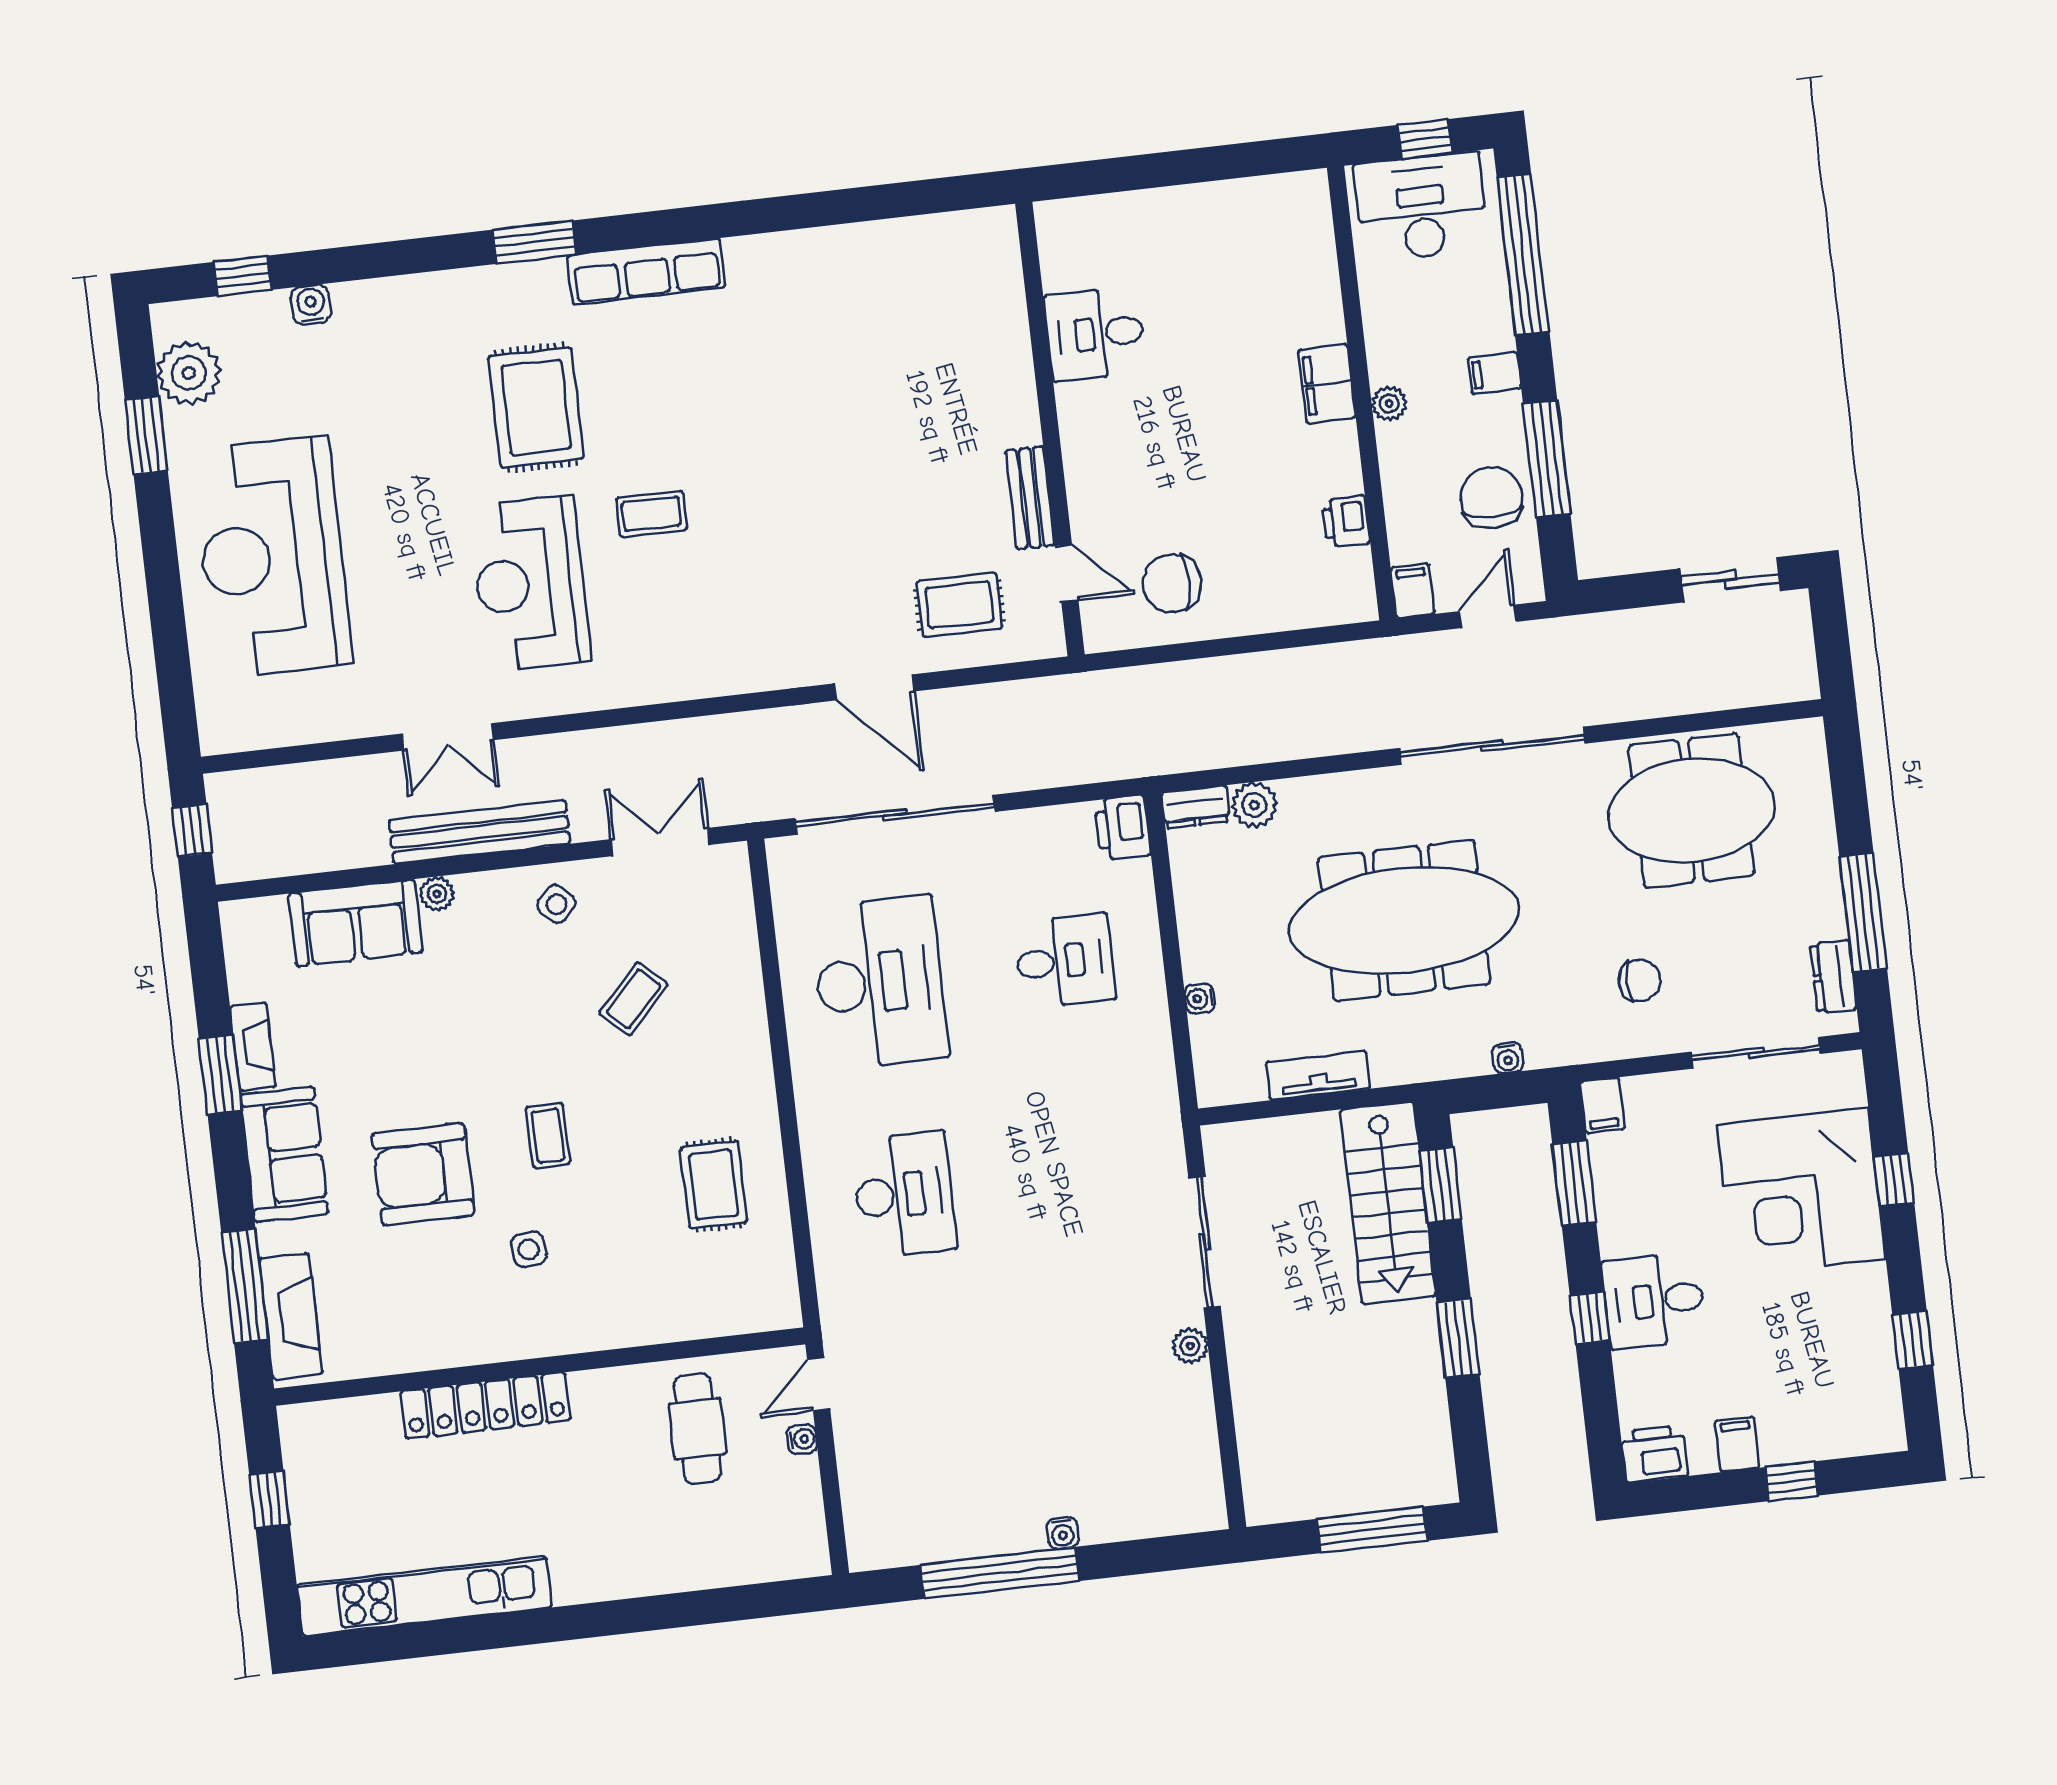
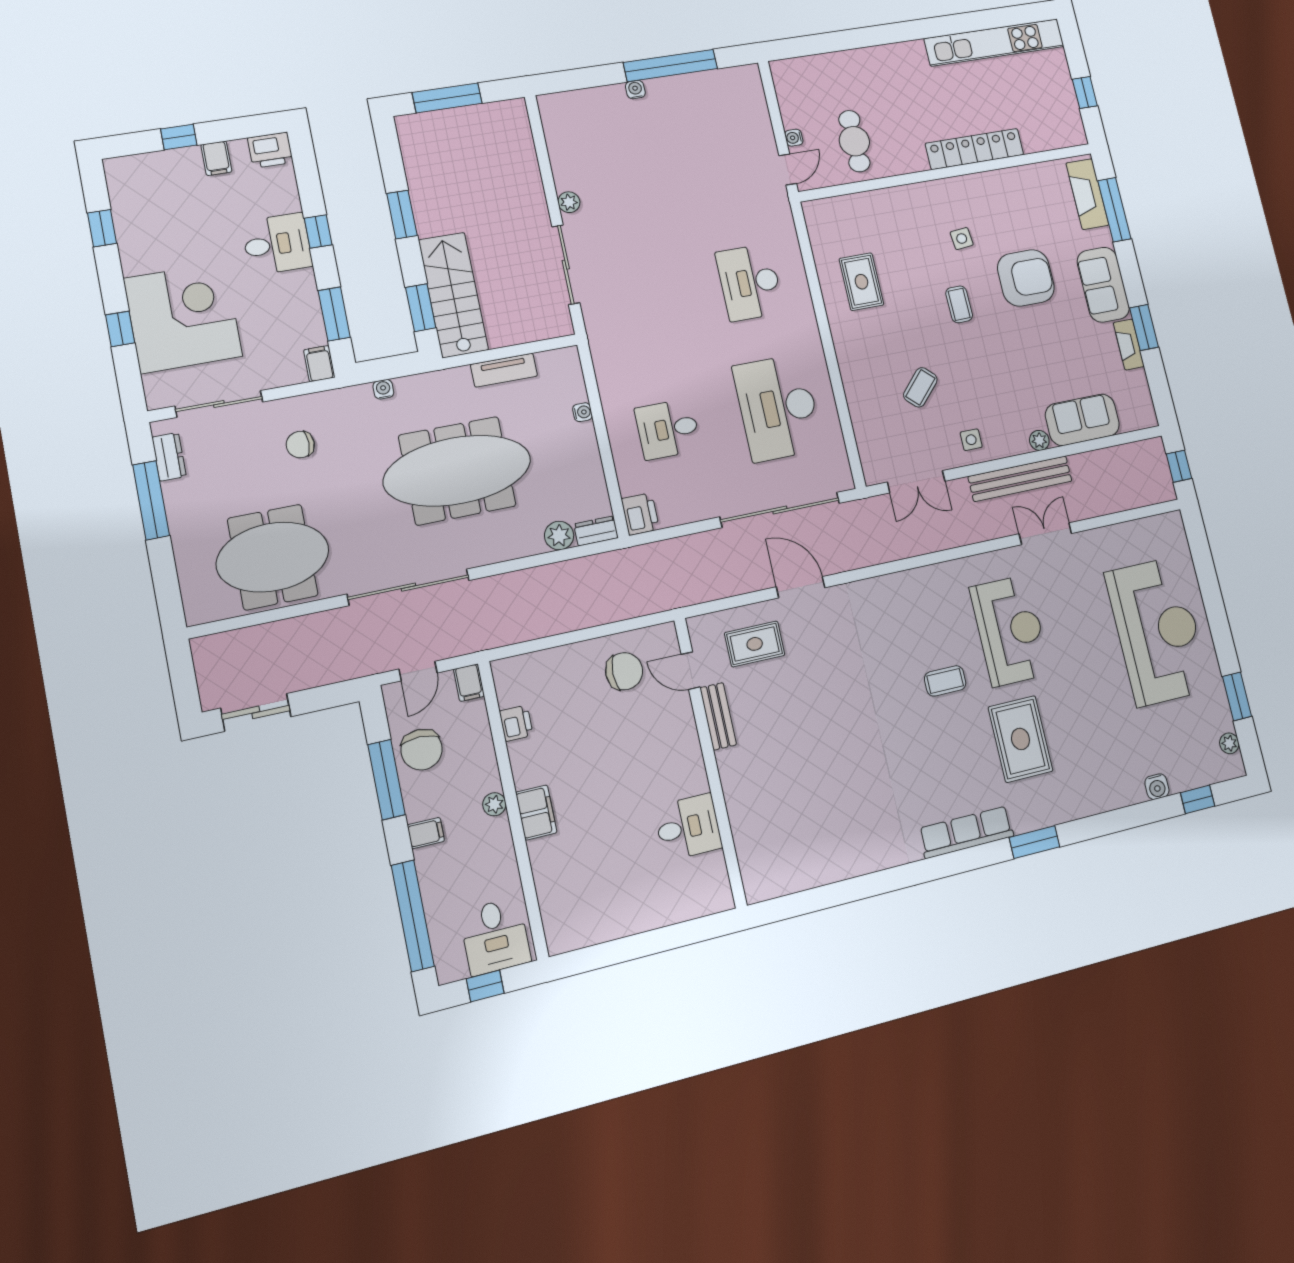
desk: (1421, 207) -> (495, 936), width x0.73
plant: (189, 373) -> (1229, 743), width x0.53, depth x0.53
side table: (556, 904) -> (971, 440), turned 45

